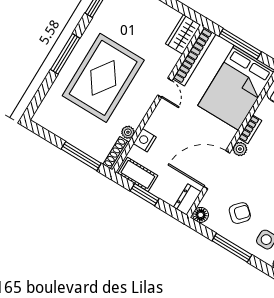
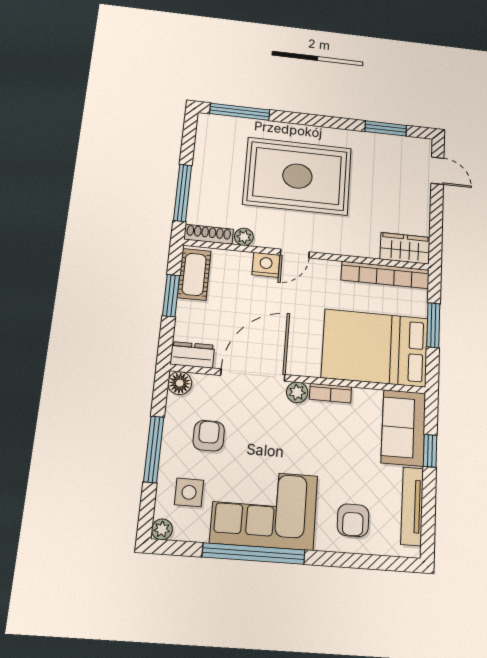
window: (240, 44) -> (433, 325), width x0.69
window: (65, 54) -> (240, 112), moved
door: (165, 88) -> (295, 254), moved
nightstand: (145, 140) -> (266, 265), moved
door: (217, 170) -> (253, 375), hinge flipped
armchair: (240, 213) -> (209, 436), turned -132

